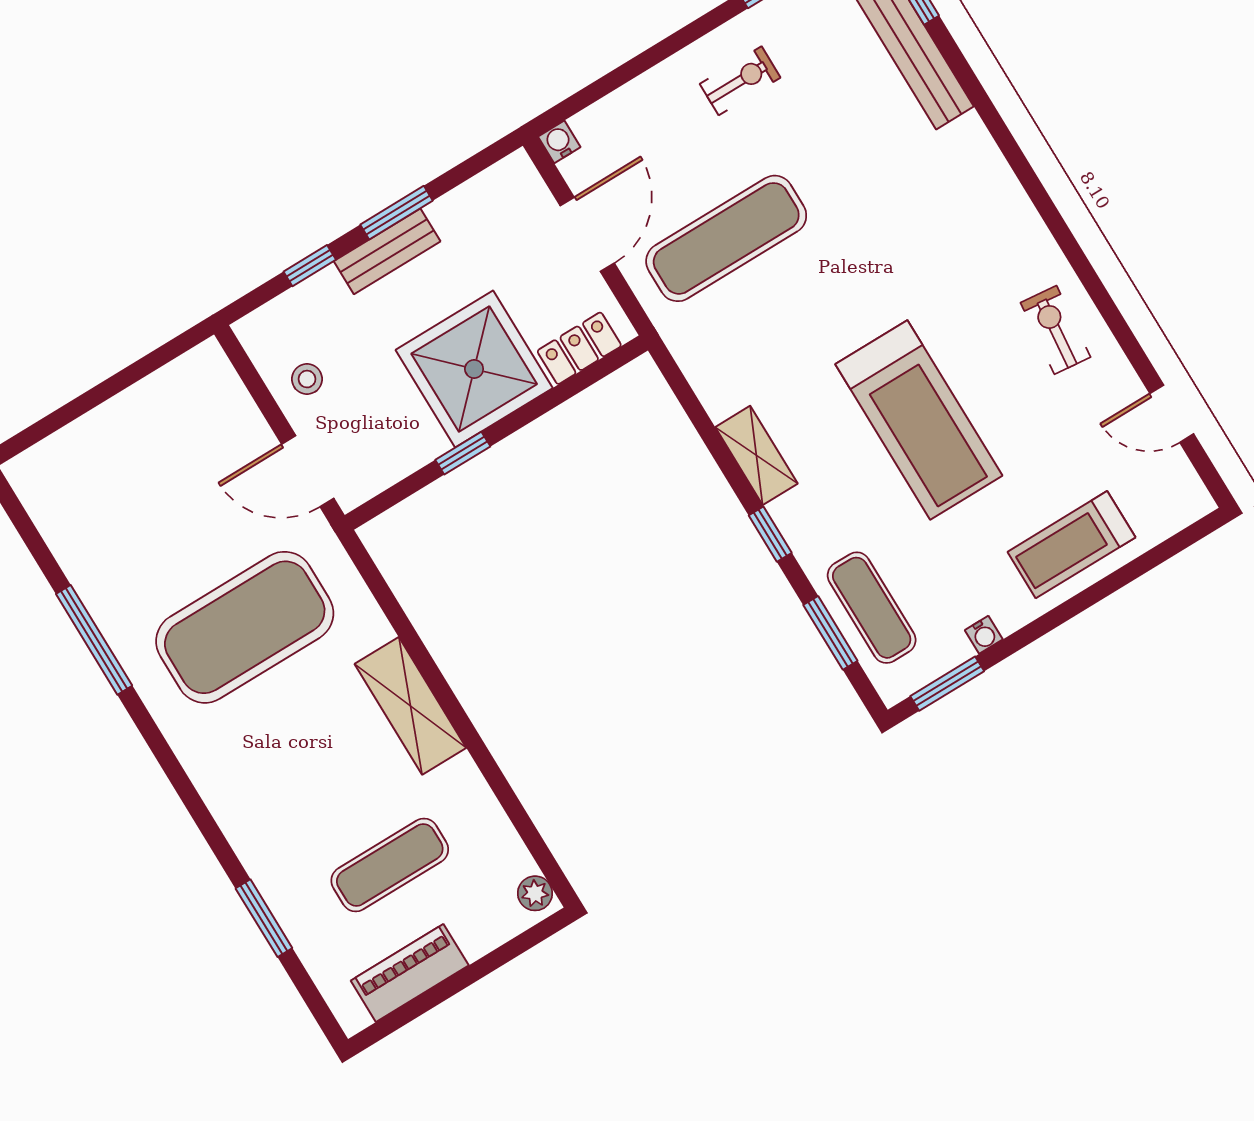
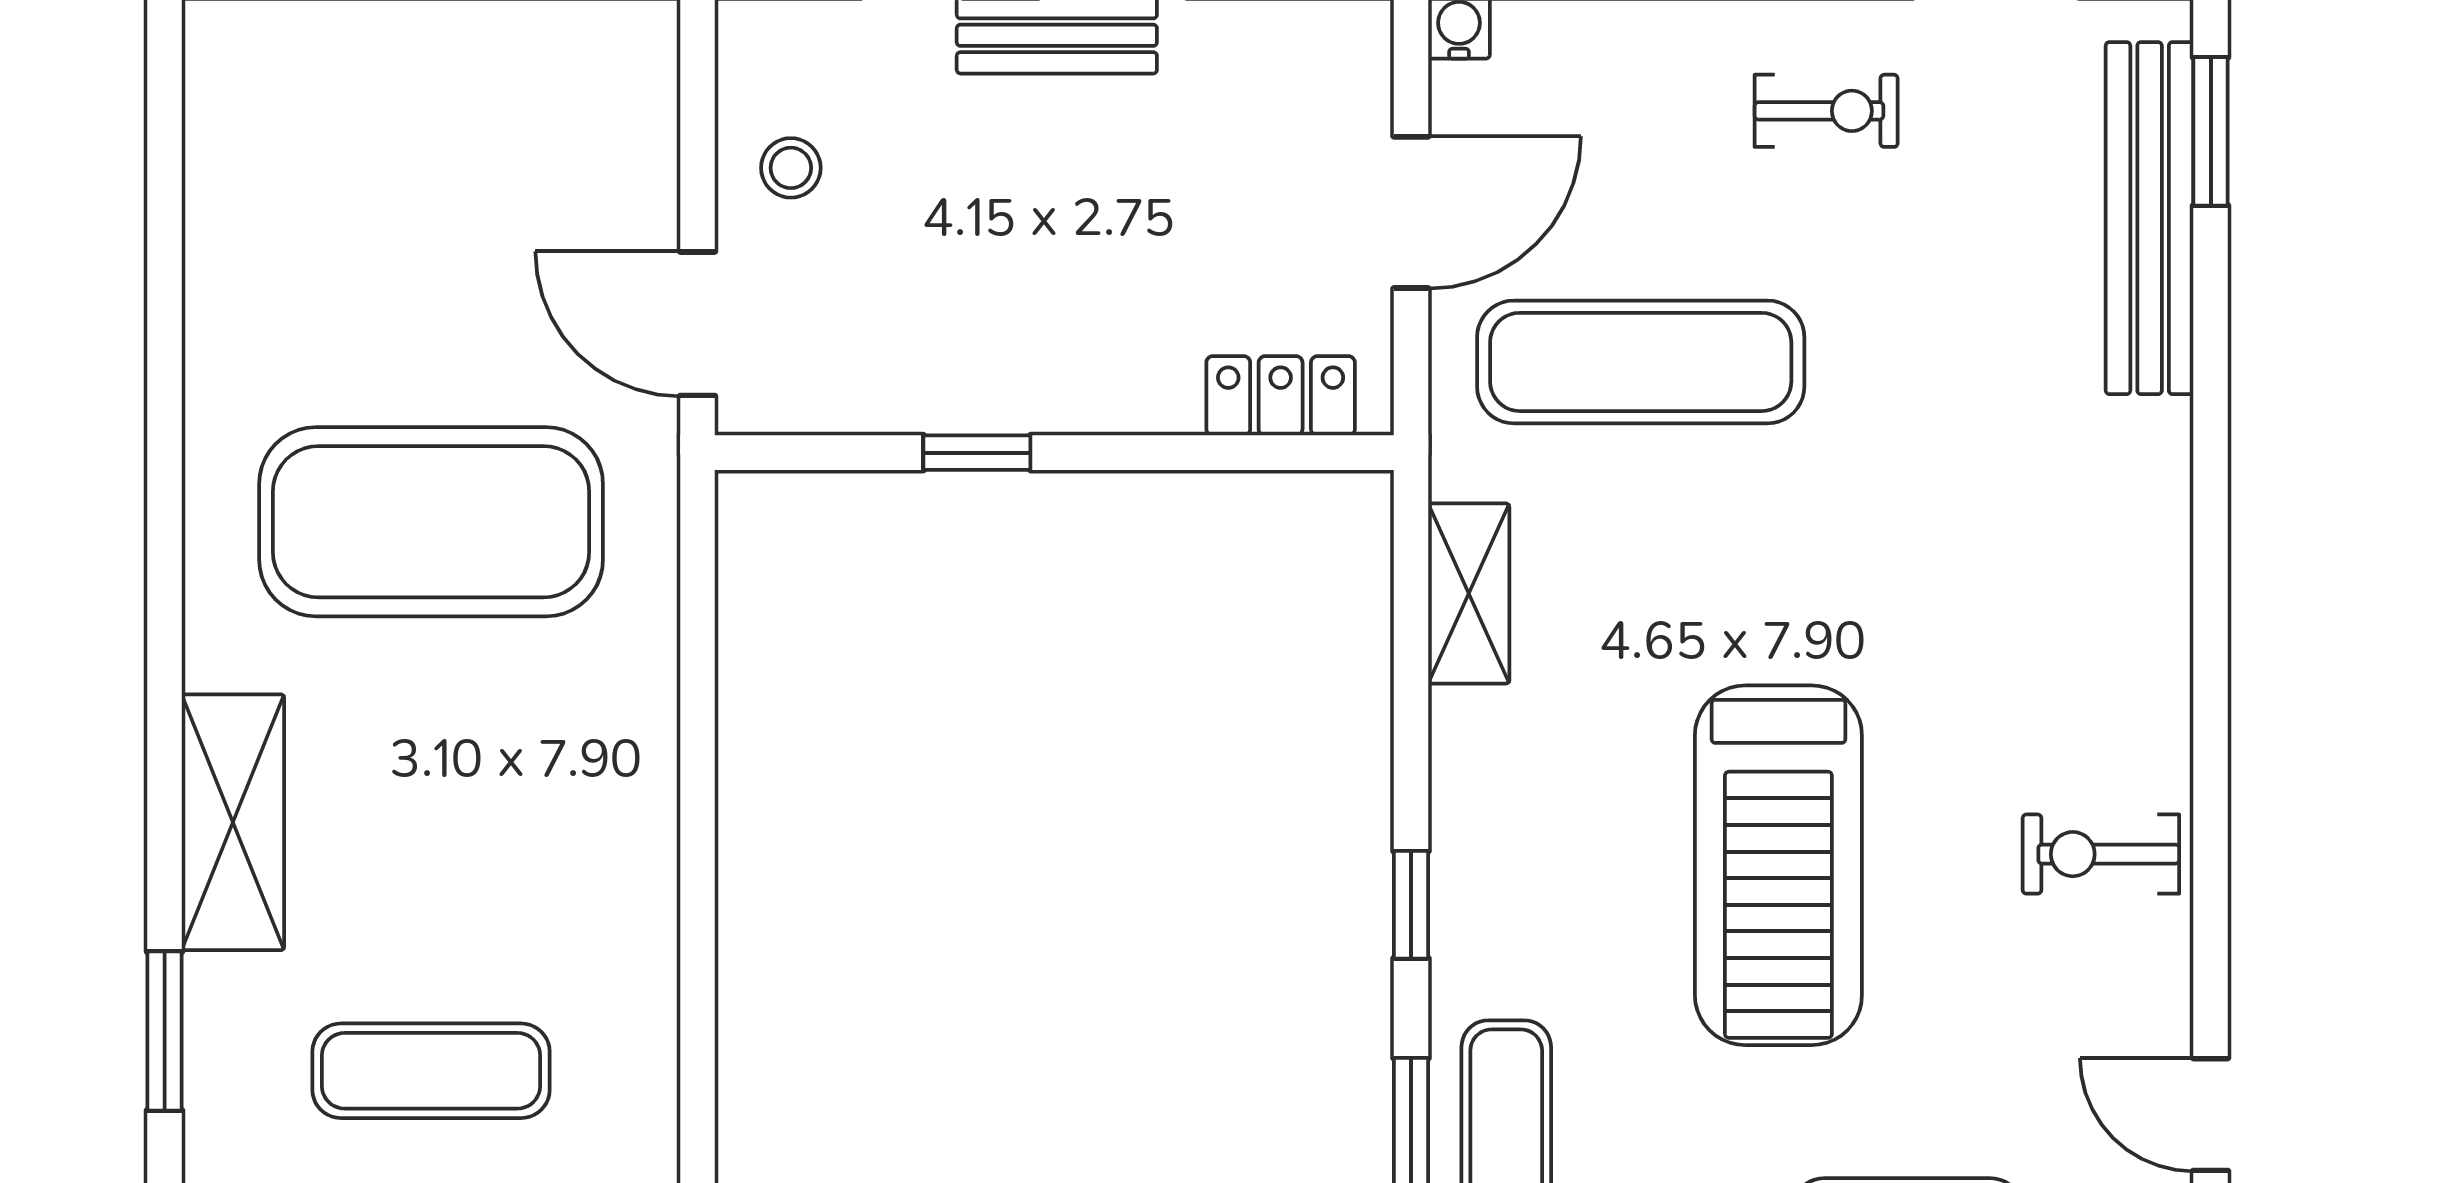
exercise bike: (1055, 330) -> (2101, 854), turned -96
shower: (474, 369) -> (1082, 323), removed
shelving: (756, 455) -> (1469, 594), moved
window: (94, 640) -> (165, 388), removed
shelving: (410, 706) -> (233, 822), moved

